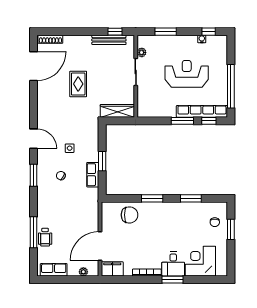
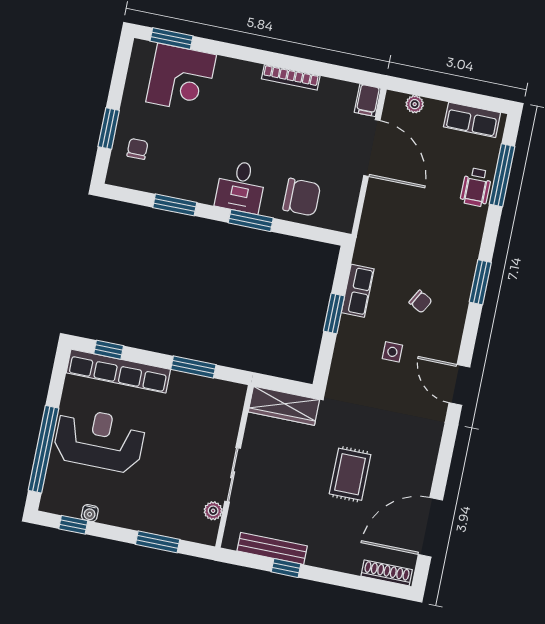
window: (115, 32) -> (286, 568), moved
reception desk: (187, 74) -> (99, 440), moved, turned 180
window: (231, 86) -> (43, 449), moved
window: (182, 121) -> (193, 367), moved
window: (34, 175) -> (480, 282), moved
chair: (129, 215) -> (302, 197), turned 180
window: (34, 232) -> (502, 175), moved
wheelchair: (45, 237) -> (476, 187), turned 180
door: (100, 246) -> (372, 148), hinge flipped
desk: (173, 264) -> (241, 187), moved, turned 180
filing cabinet: (112, 269) -> (368, 100), width x0.50
window: (172, 280) -> (172, 39), moved

